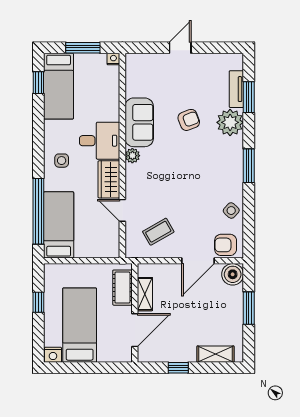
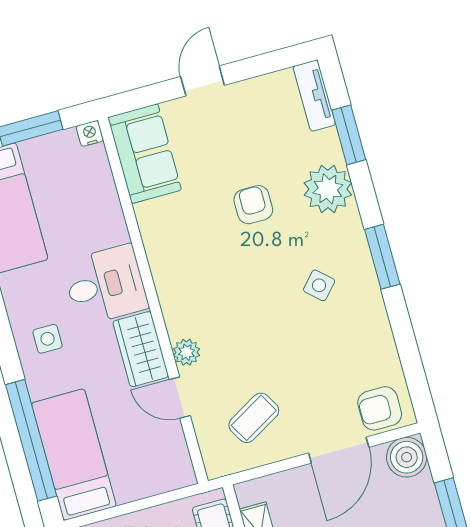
tv unit: (236, 89) -> (314, 96), moved
armchair: (189, 120) -> (253, 205), turned -69
sofa: (139, 122) -> (145, 154), moved
plant: (132, 156) -> (186, 352), moved
side table: (231, 211) -> (319, 285), moved

